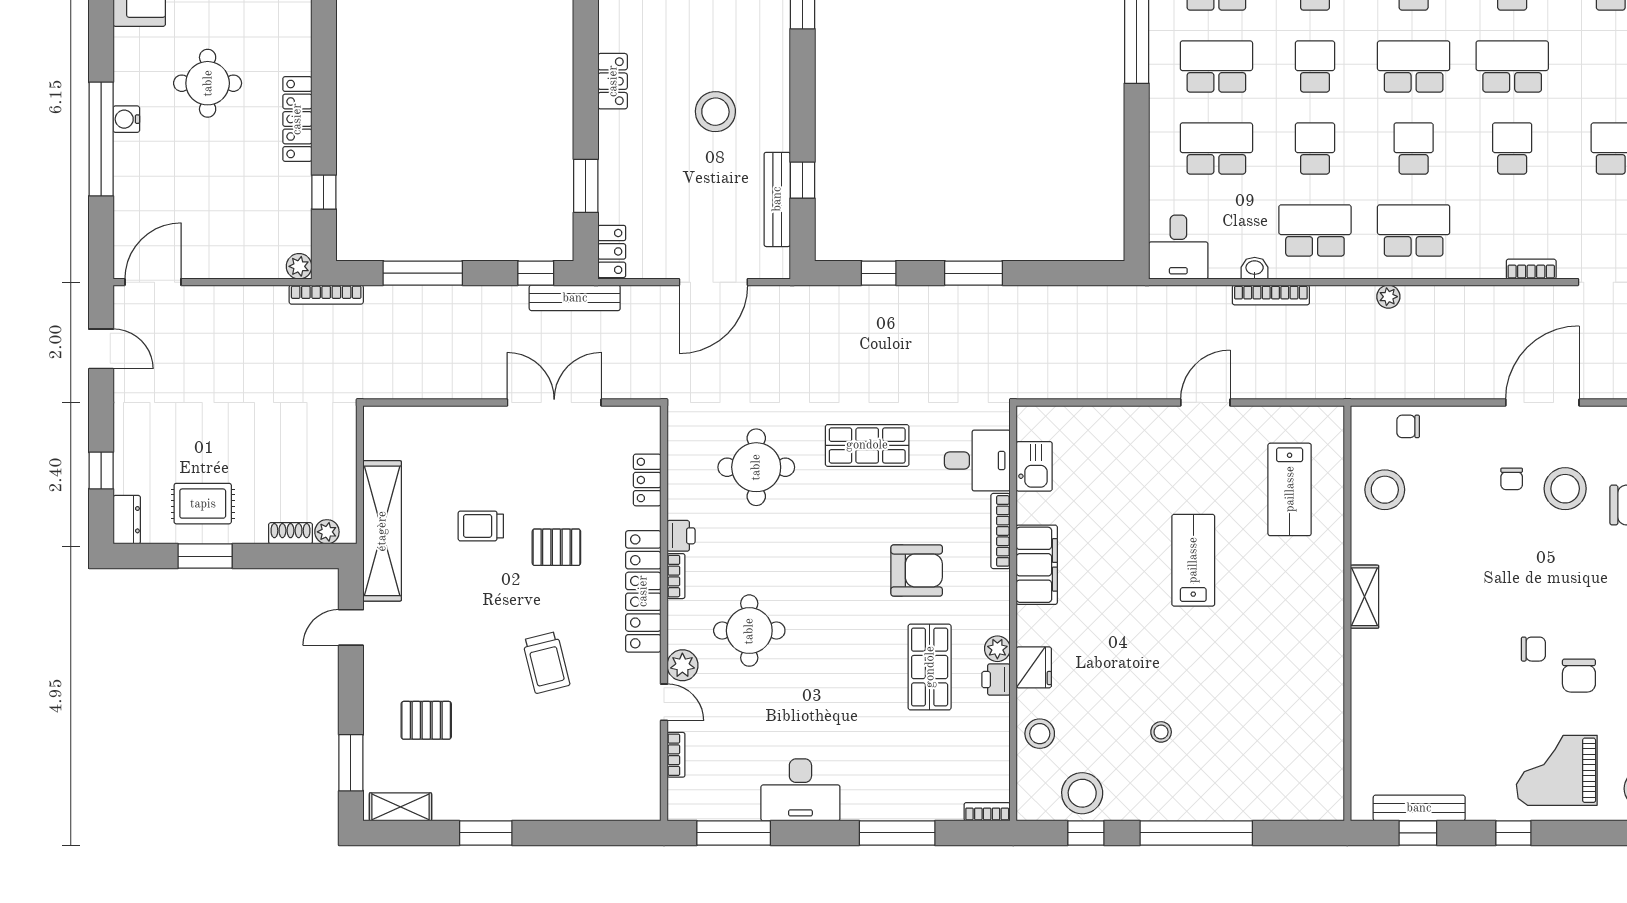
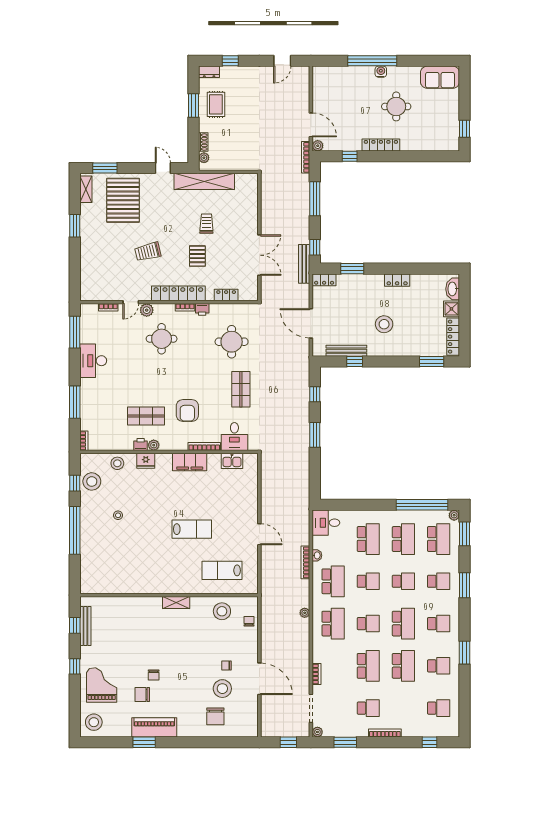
school desk: (1512, 148) -> (368, 666), width x1.85
door: (153, 282) -> (311, 125), moved
pallet: (426, 720) -> (123, 200), width x2.05, depth x2.00

